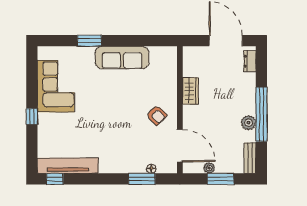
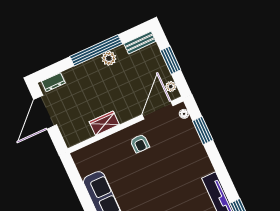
armchair: (157, 115) -> (140, 143), turned 136
plant: (209, 168) -> (171, 87), moved
floor lamp: (151, 169) -> (184, 114), moved

